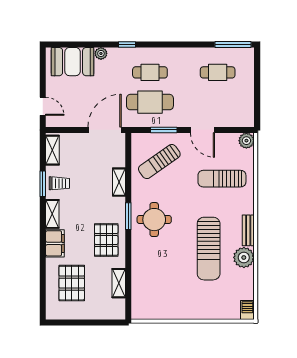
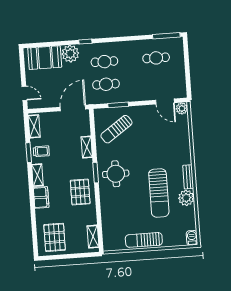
plant: (101, 53) -> (70, 54), width x1.87, depth x1.87
cafe table: (150, 102) -> (106, 84), width x0.73, depth x0.74
door: (202, 130) -> (165, 101), moved
sun lounger: (222, 179) -> (144, 240), moved
pallet: (72, 283) -> (55, 237), moved
shelving: (119, 283) -> (93, 237), moved

